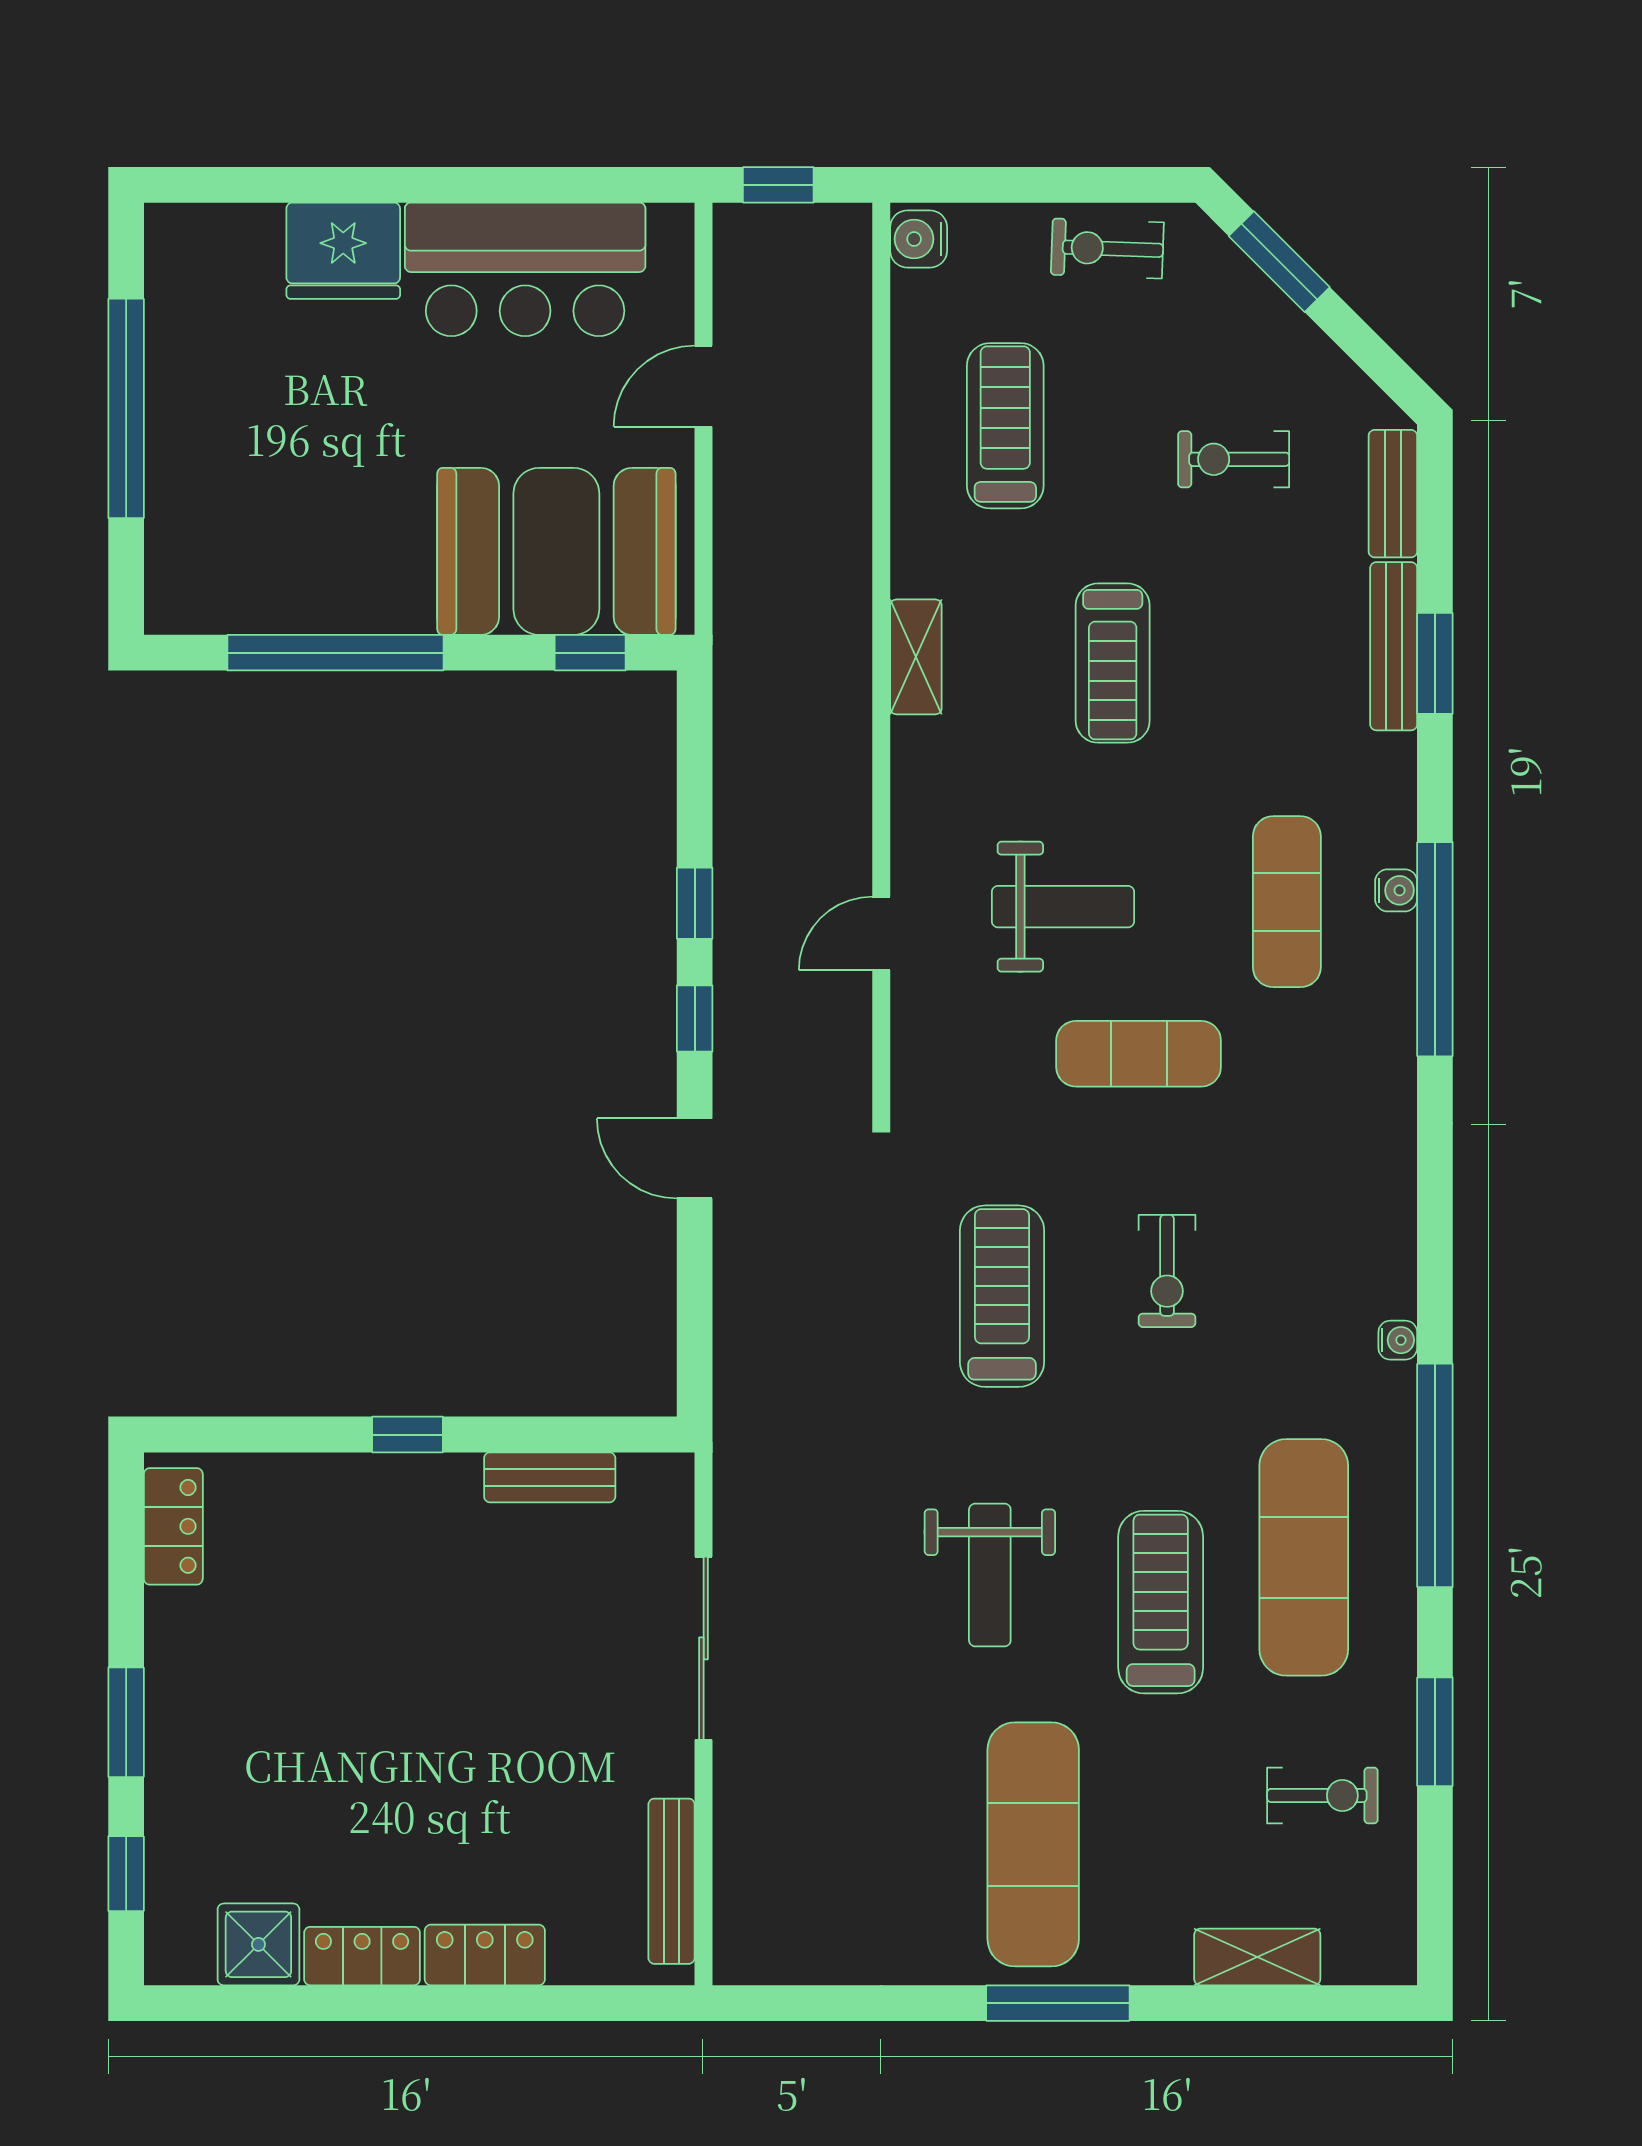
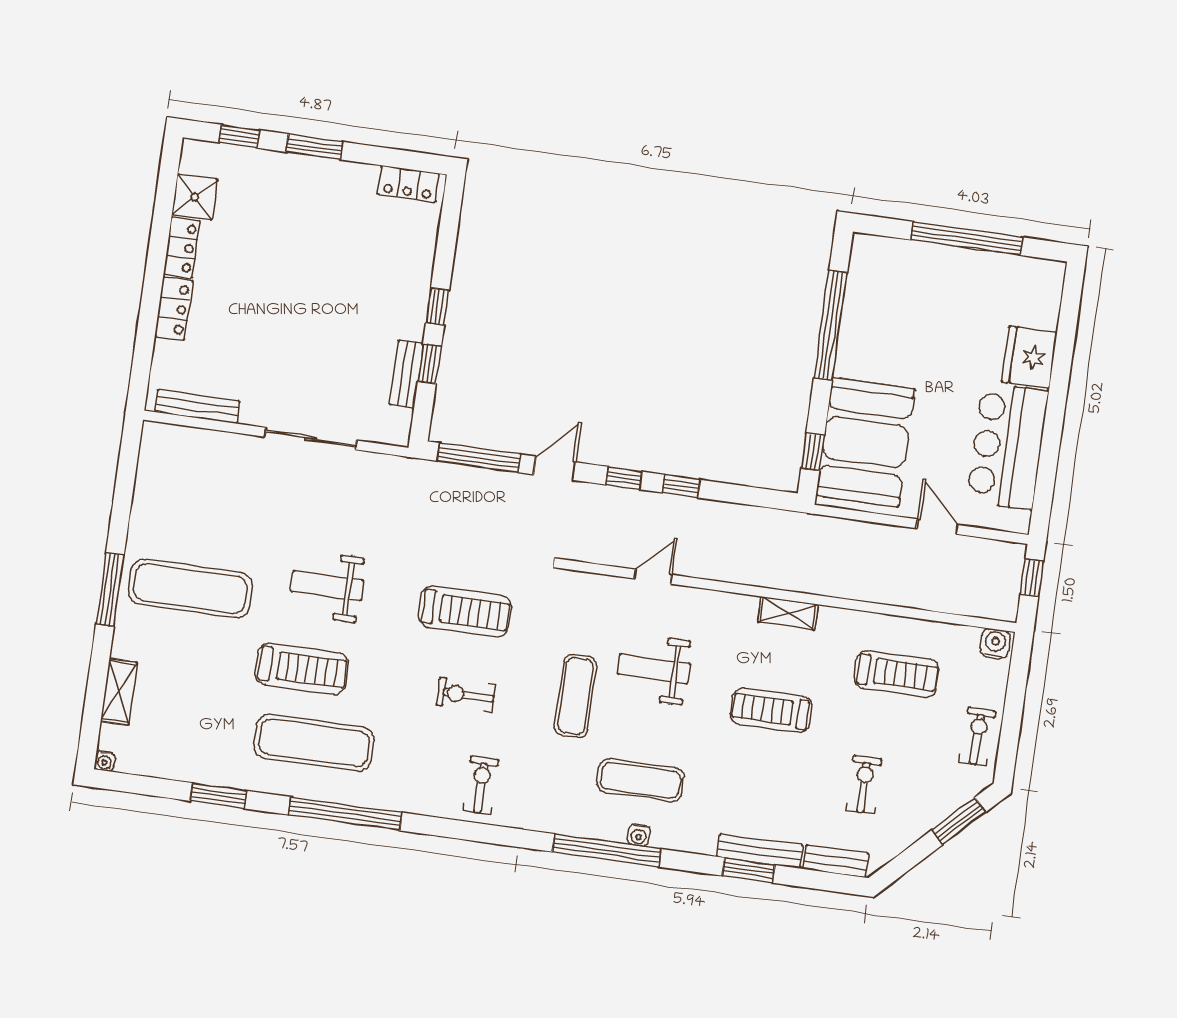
weight bench: (1063, 907) -> (654, 669), turned 90
door: (881, 933) -> (653, 577), hinge flipped
window: (695, 1310) -> (479, 458), added
water cooler: (1398, 1340) -> (105, 761), moved
window: (523, 1435) -> (429, 364), added
exercise bike: (1322, 1795) -> (481, 785), moved, turned 180

